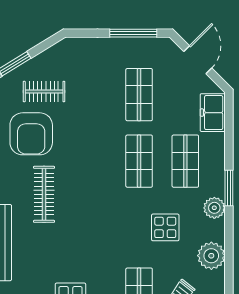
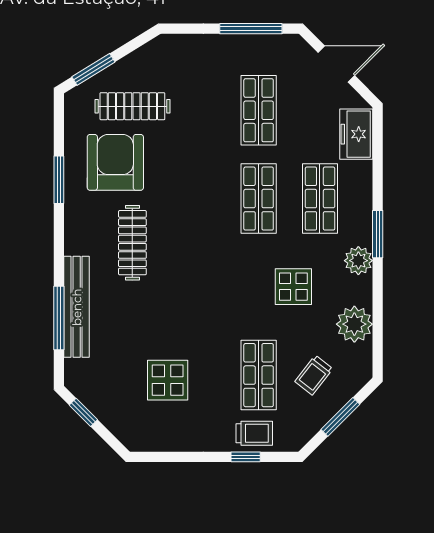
door: (198, 60) -> (336, 64), hinge flipped
clothes rail: (44, 92) -> (132, 106), width x1.36
armchair: (31, 134) -> (115, 162), turned 180

